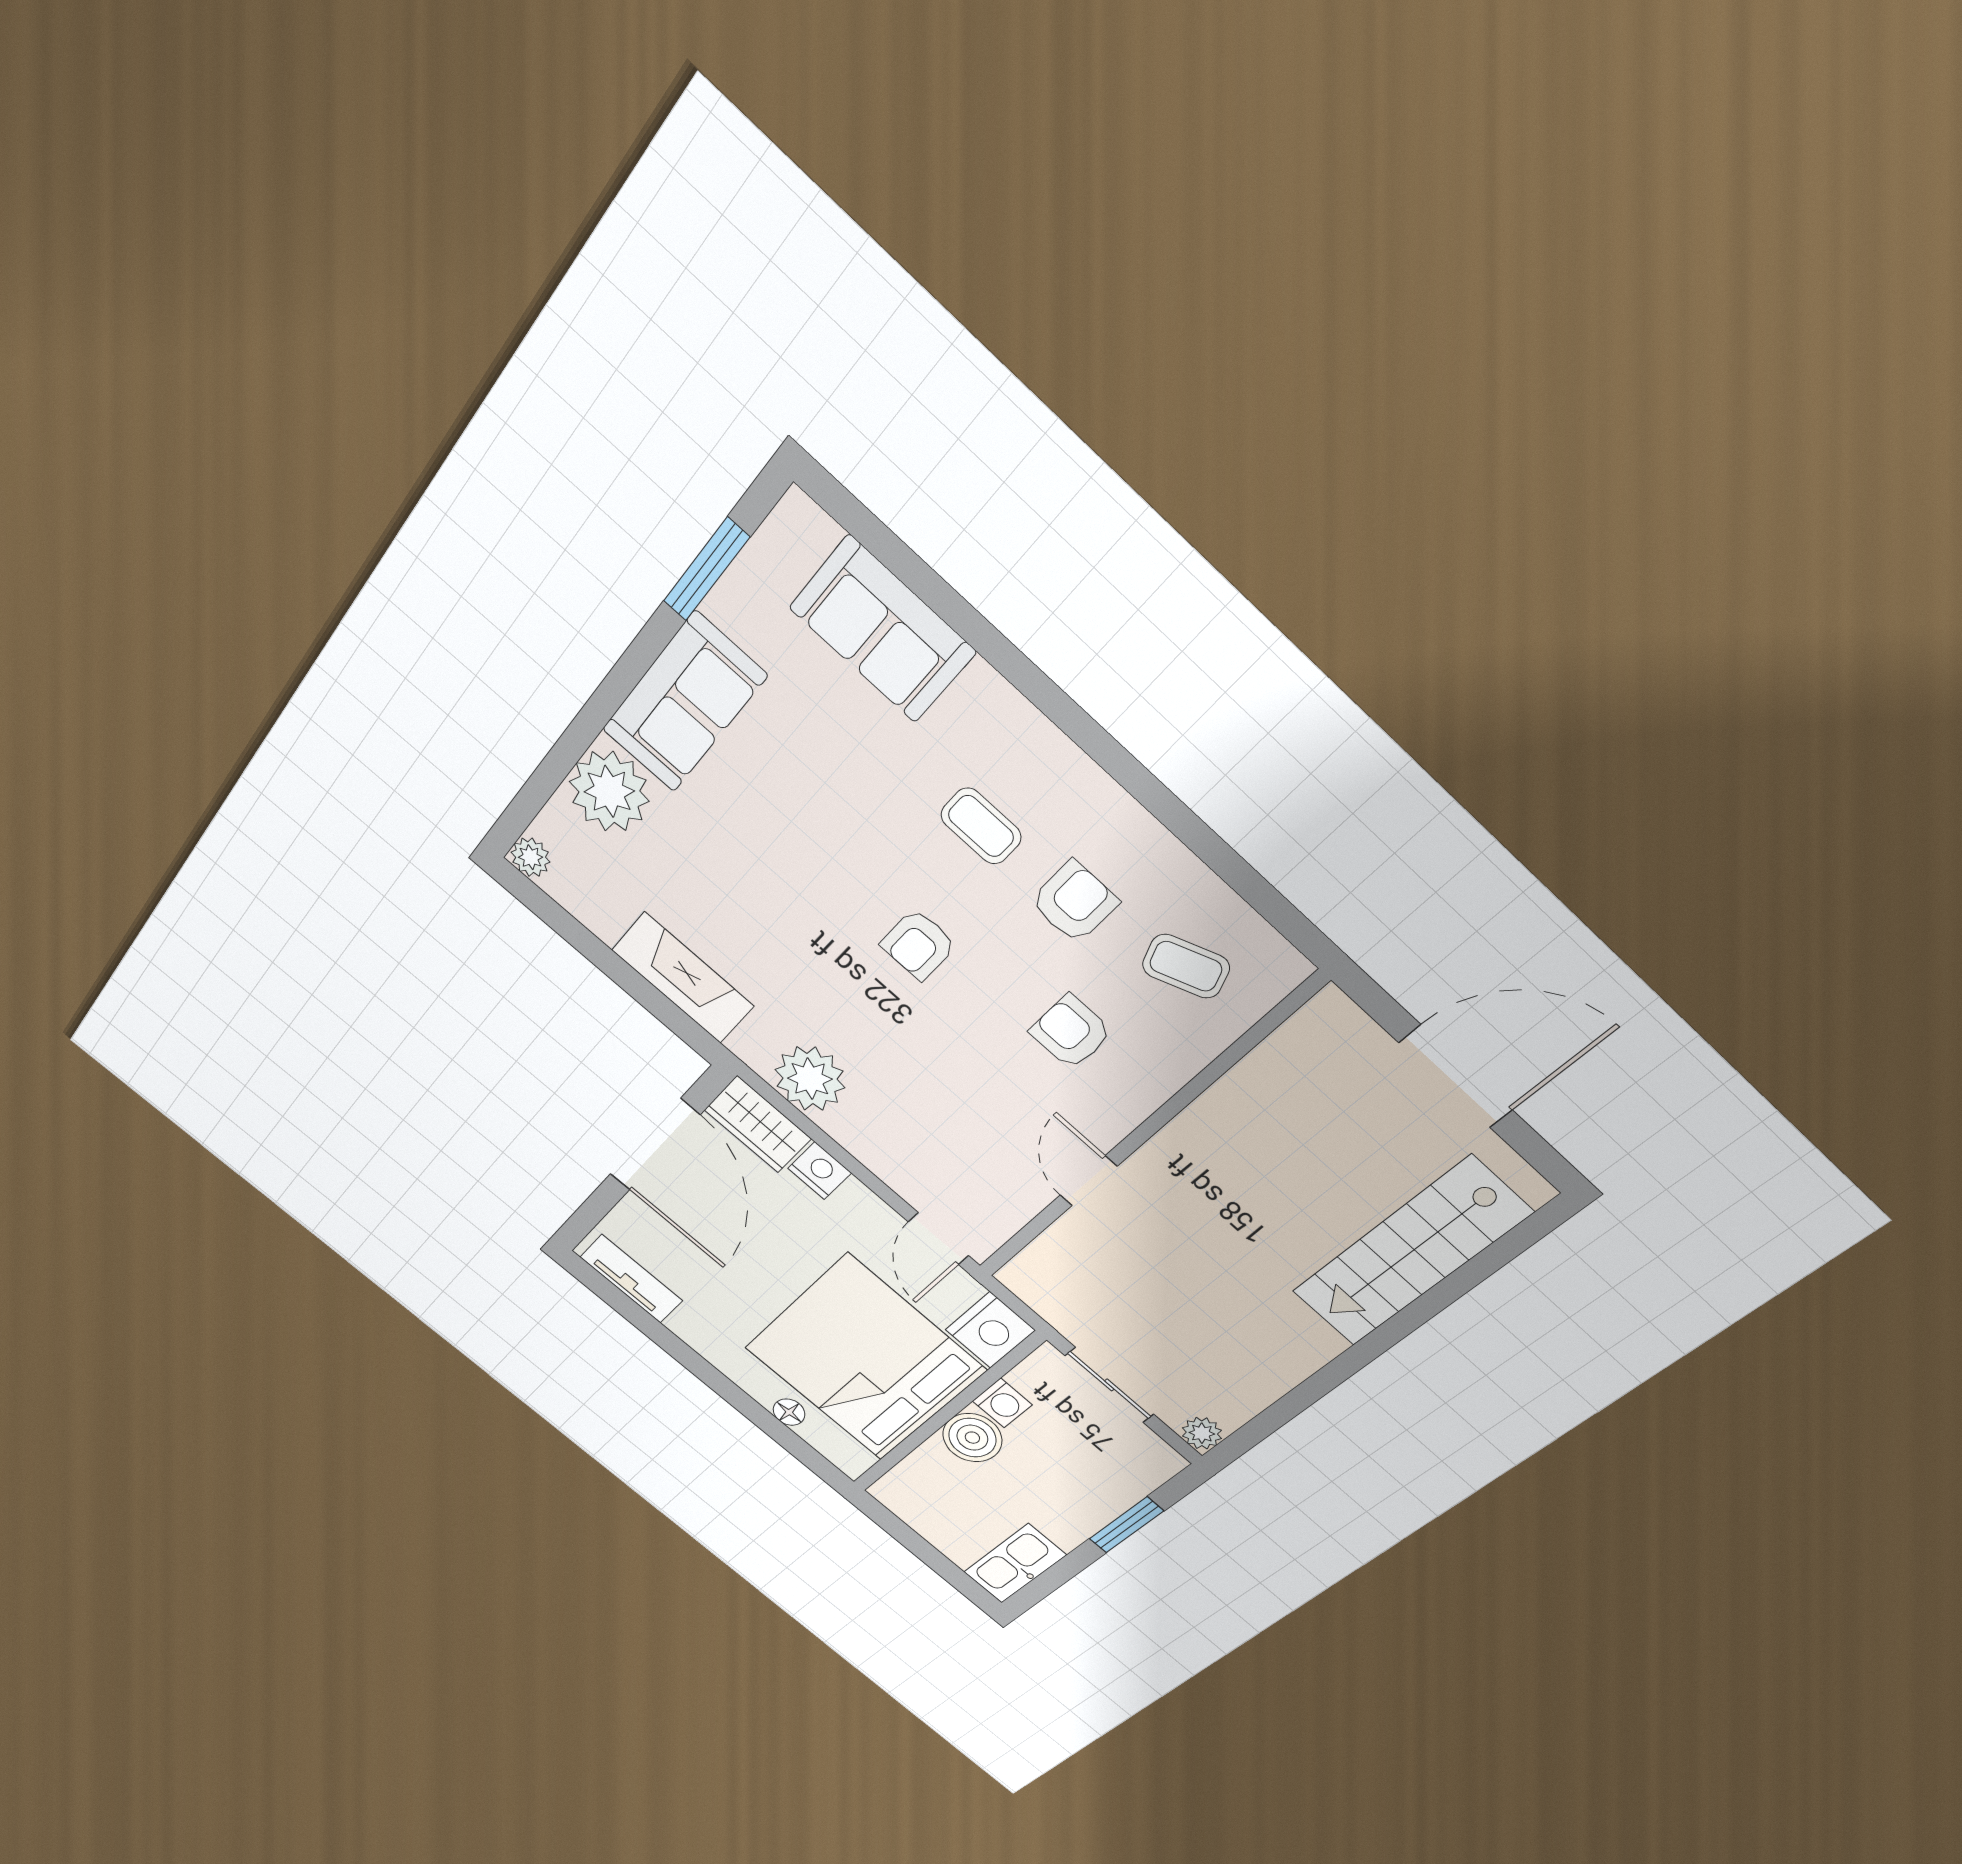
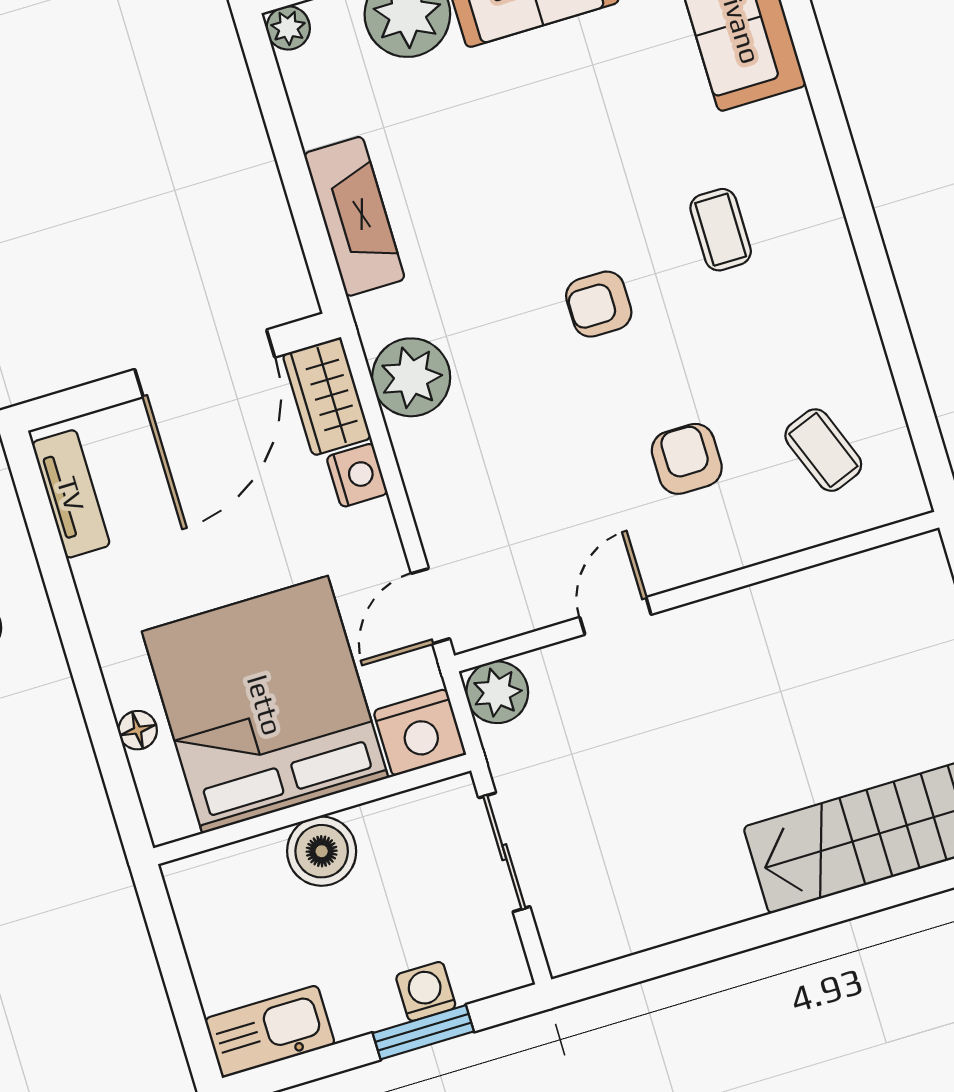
armchair: (1074, 902) -> (761, 340), removed
washing machine: (1002, 1403) -> (426, 991), moved, turned 180
plant: (1202, 1433) -> (497, 692), moved, width x1.38, depth x1.38

